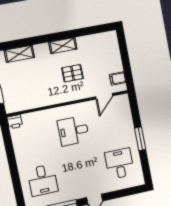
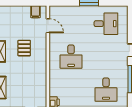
desk: (120, 164) -> (106, 24), turned 180
desk: (43, 180) -> (106, 90), turned 90

